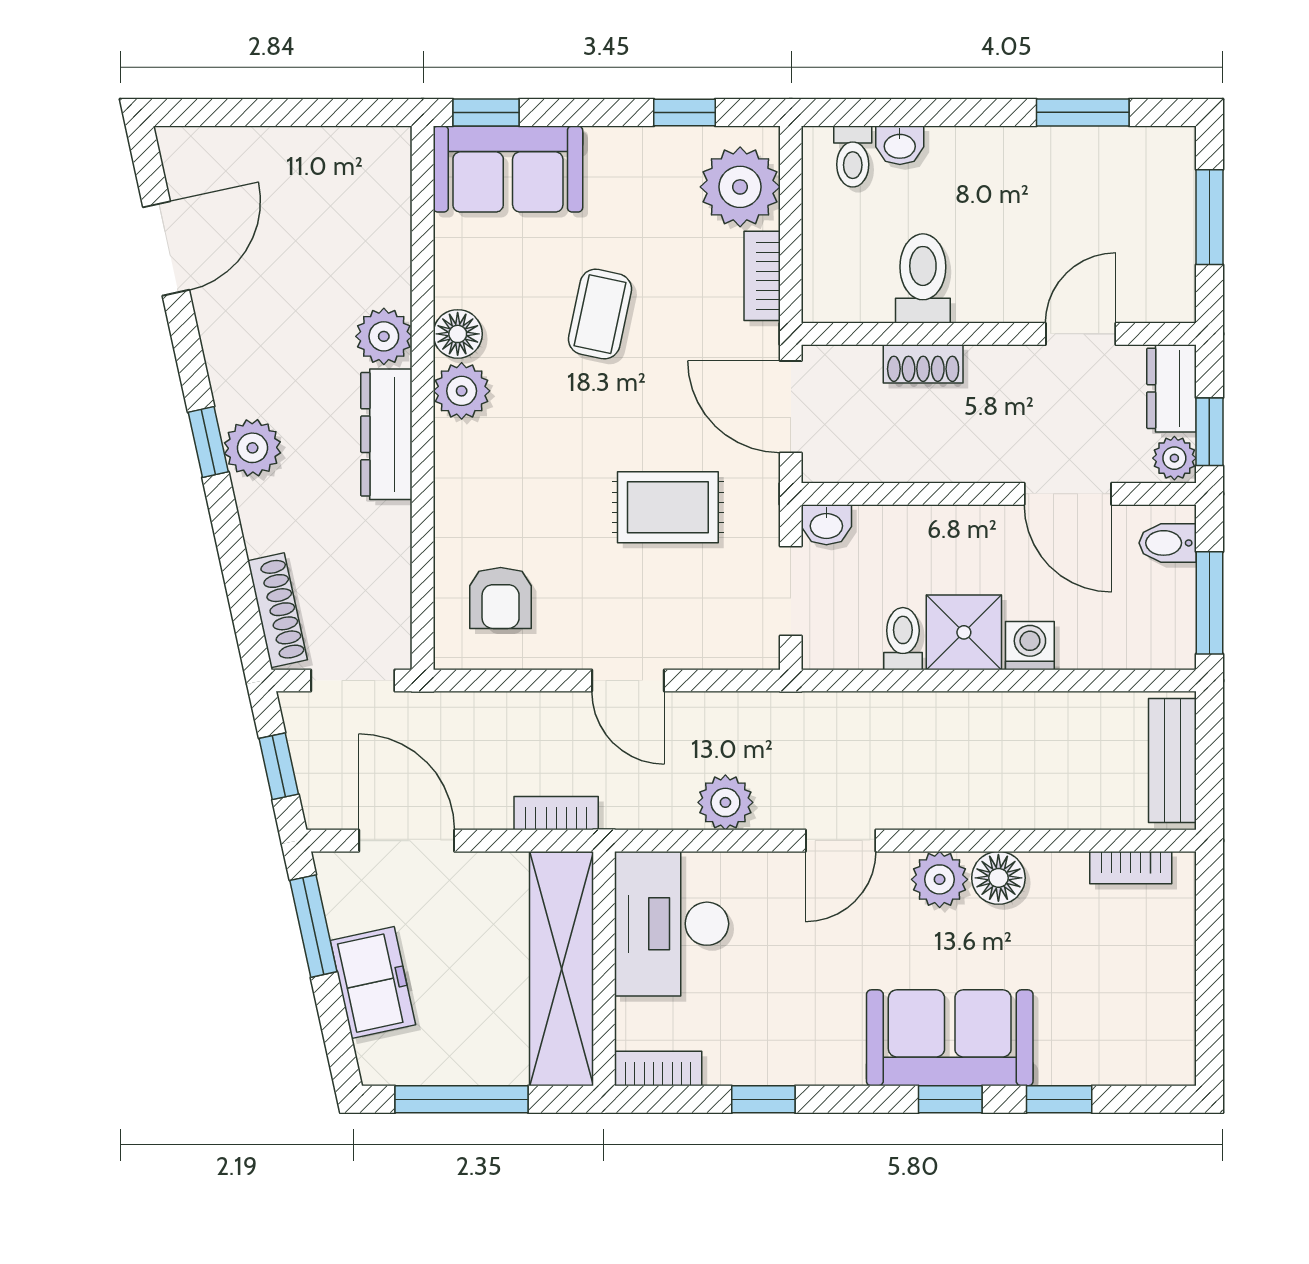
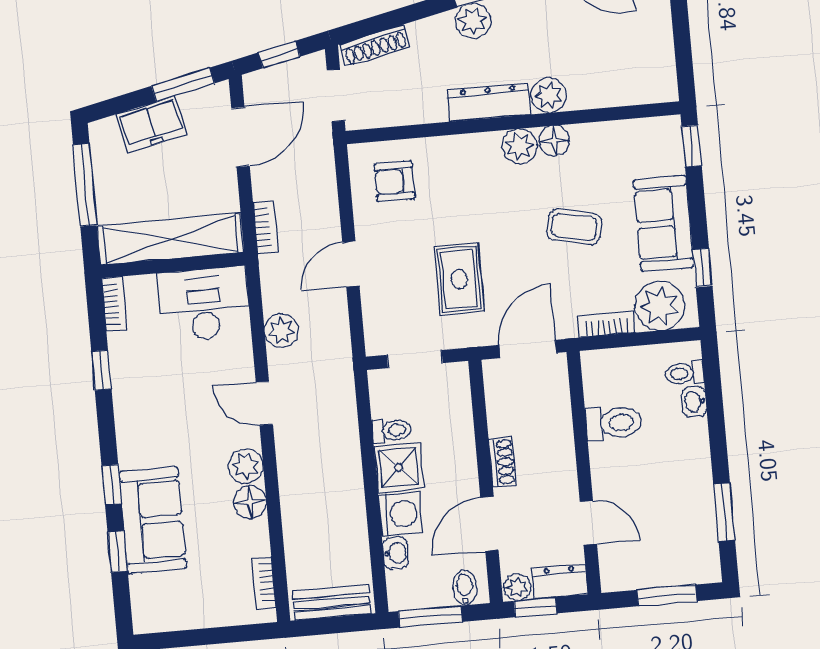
sofa: (508, 169) -> (664, 224), moved
shoe rack: (923, 364) -> (502, 462), moved, turned 180
washbasin: (826, 525) -> (396, 553), moved, turned 180
washing machine: (1030, 646) -> (400, 514), width x1.38, depth x1.38
sofa: (950, 1038) -> (153, 520), moved

